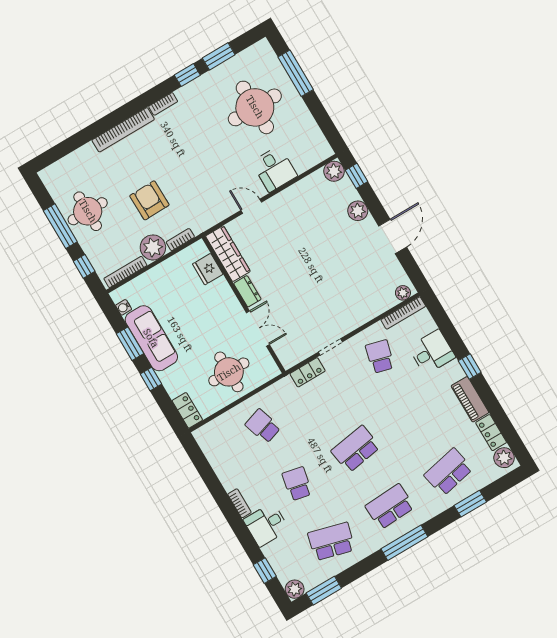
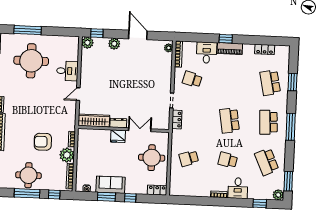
fridge: (208, 269) -> (118, 136), moved
sofa: (151, 338) -> (111, 185), width x0.73
piano: (470, 399) -> (230, 49), moved
plant: (504, 458) -> (281, 51), removed
school desk: (331, 541) -> (267, 162), turned -39

